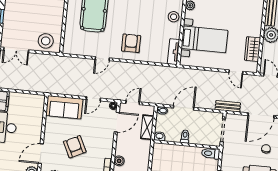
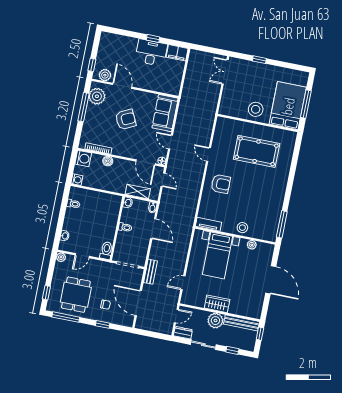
stool: (46, 41) -> (256, 109), moved
wardrobe: (253, 49) -> (217, 304), moved

